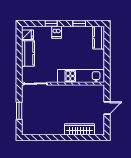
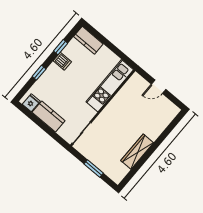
dishwasher: (57, 32) -> (62, 61), moved
door: (107, 108) -> (159, 87), swing flipped
wardrobe: (79, 129) -> (137, 152), moved

